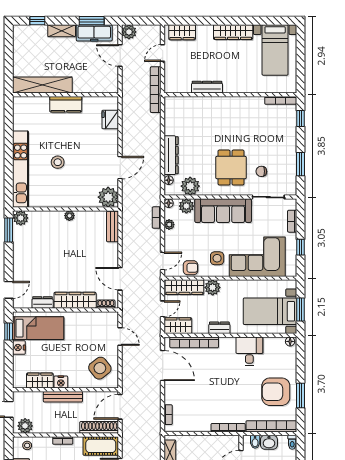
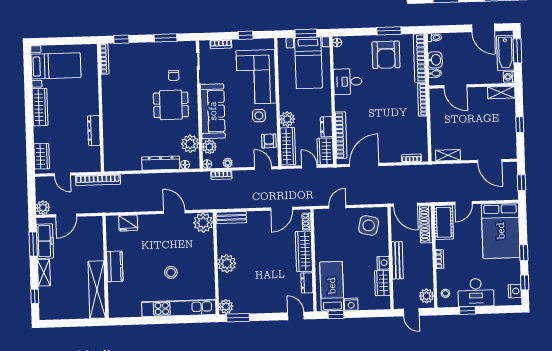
plant: (69, 216) -> (227, 264), width x1.87, depth x1.87
dresser: (219, 328) -> (326, 127), moved
side table: (100, 368) -> (369, 225), turned -38

